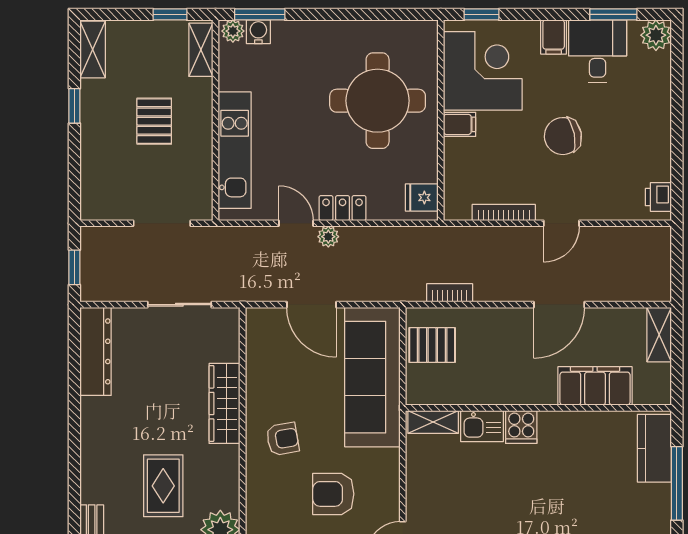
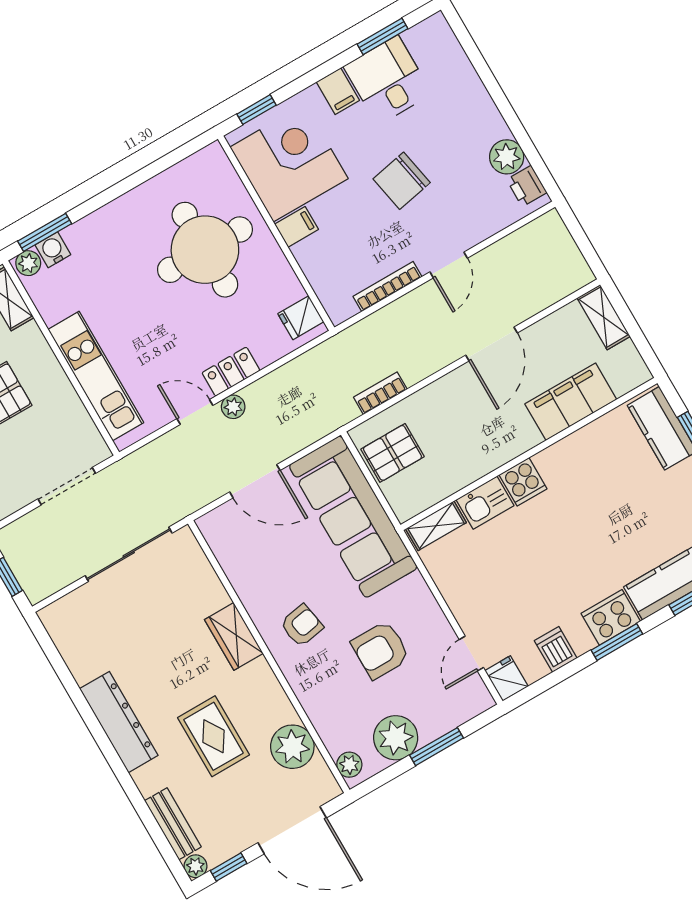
plant: (656, 35) -> (507, 157), moved
sliding door: (179, 305) -> (129, 554), width x1.37
dresser: (96, 351) -> (119, 722), moved
wardrobe: (224, 403) -> (234, 636), width x0.67

